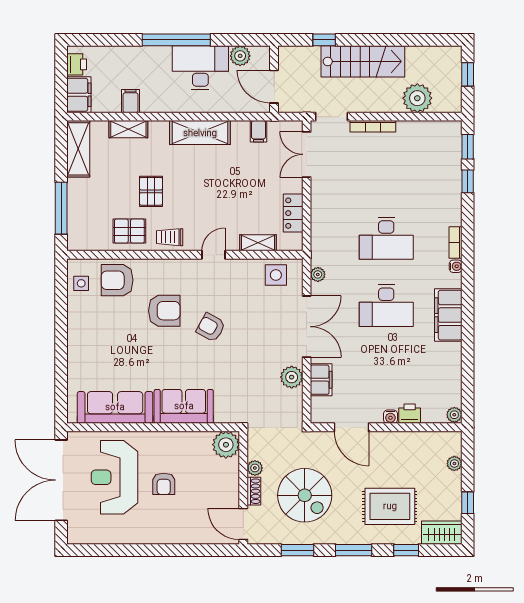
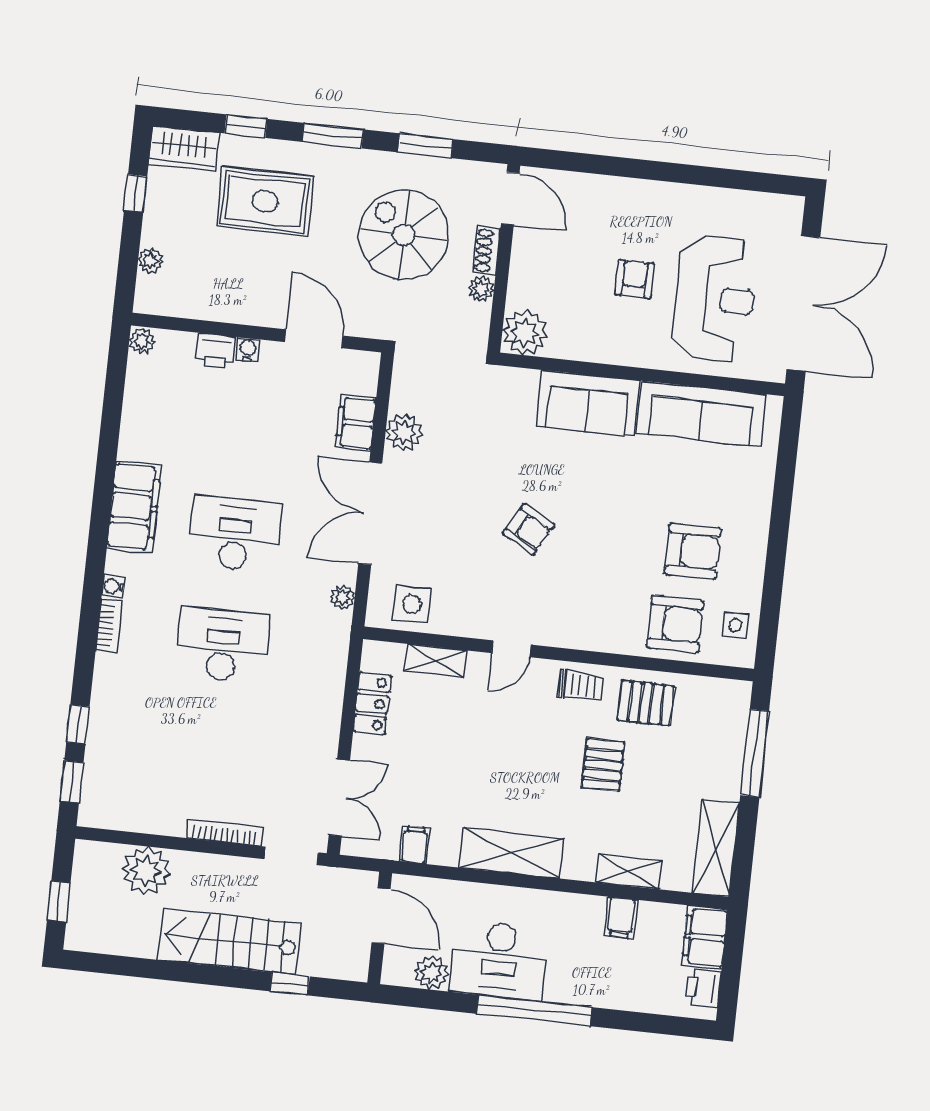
armchair: (164, 311) -> (693, 551), moved, turned 180

